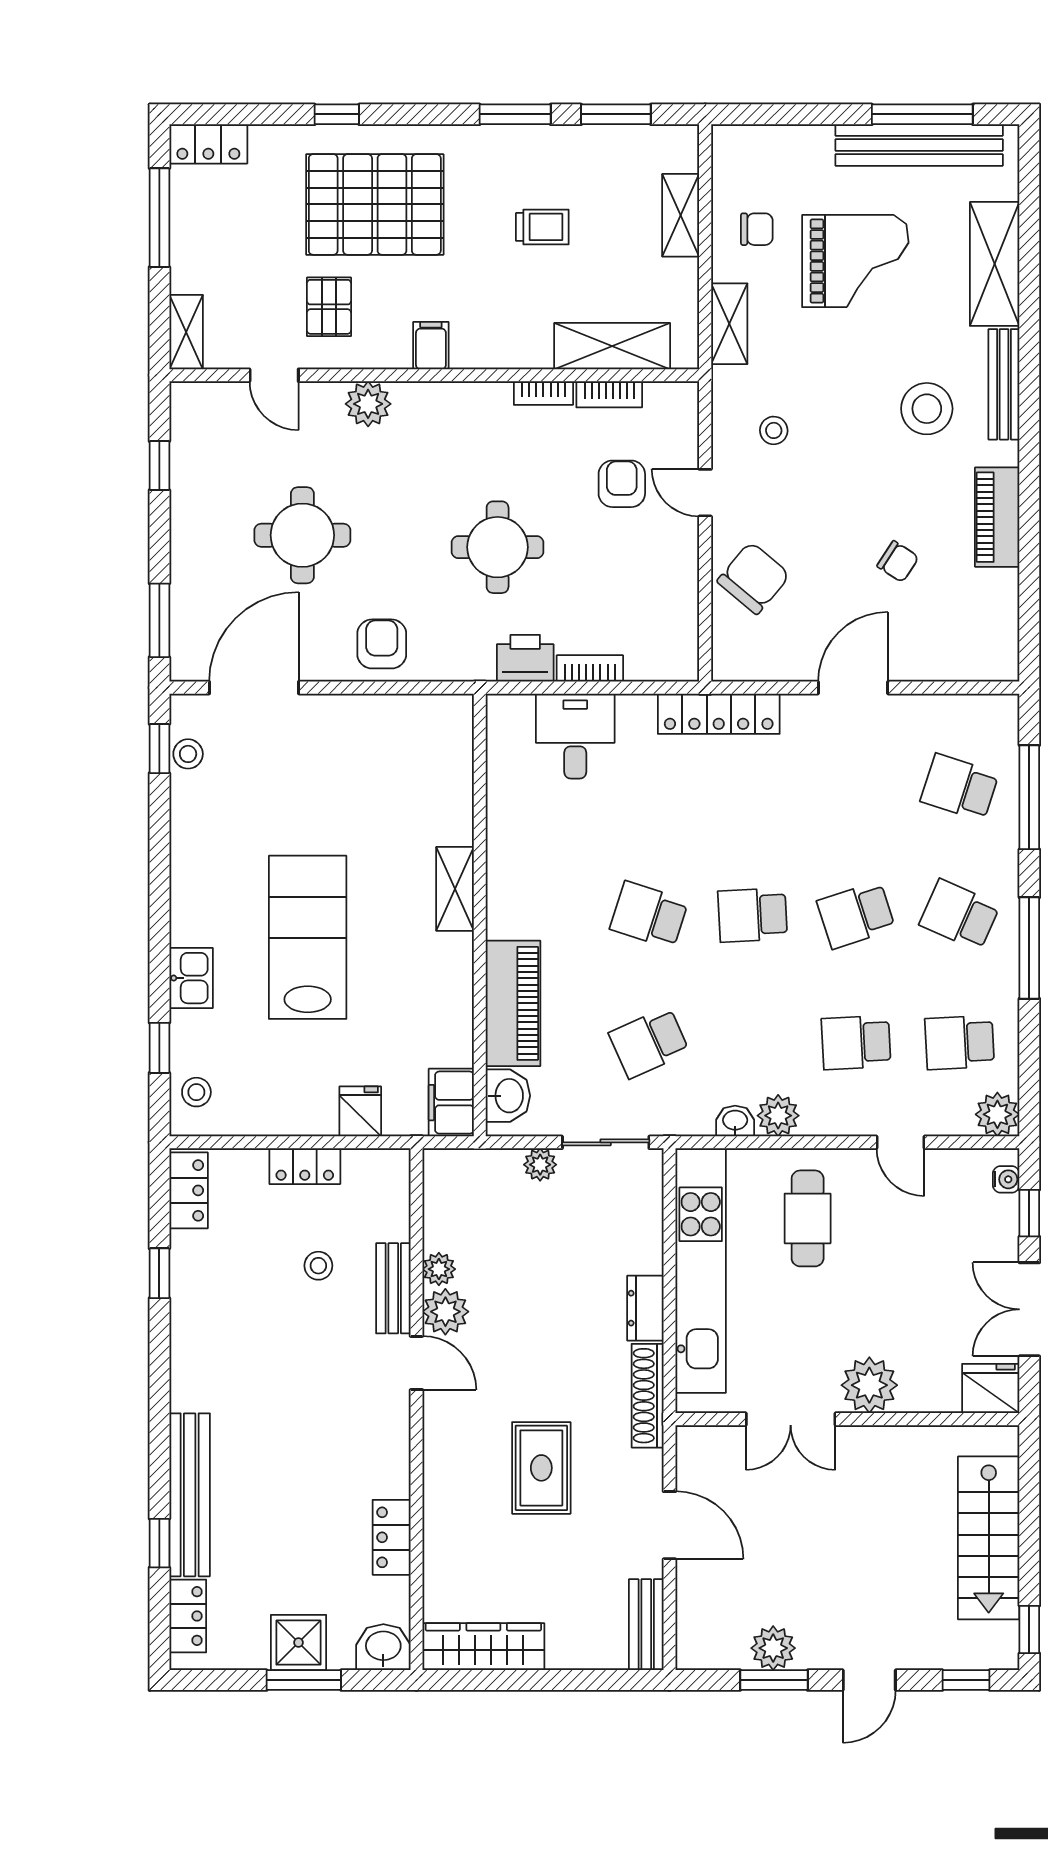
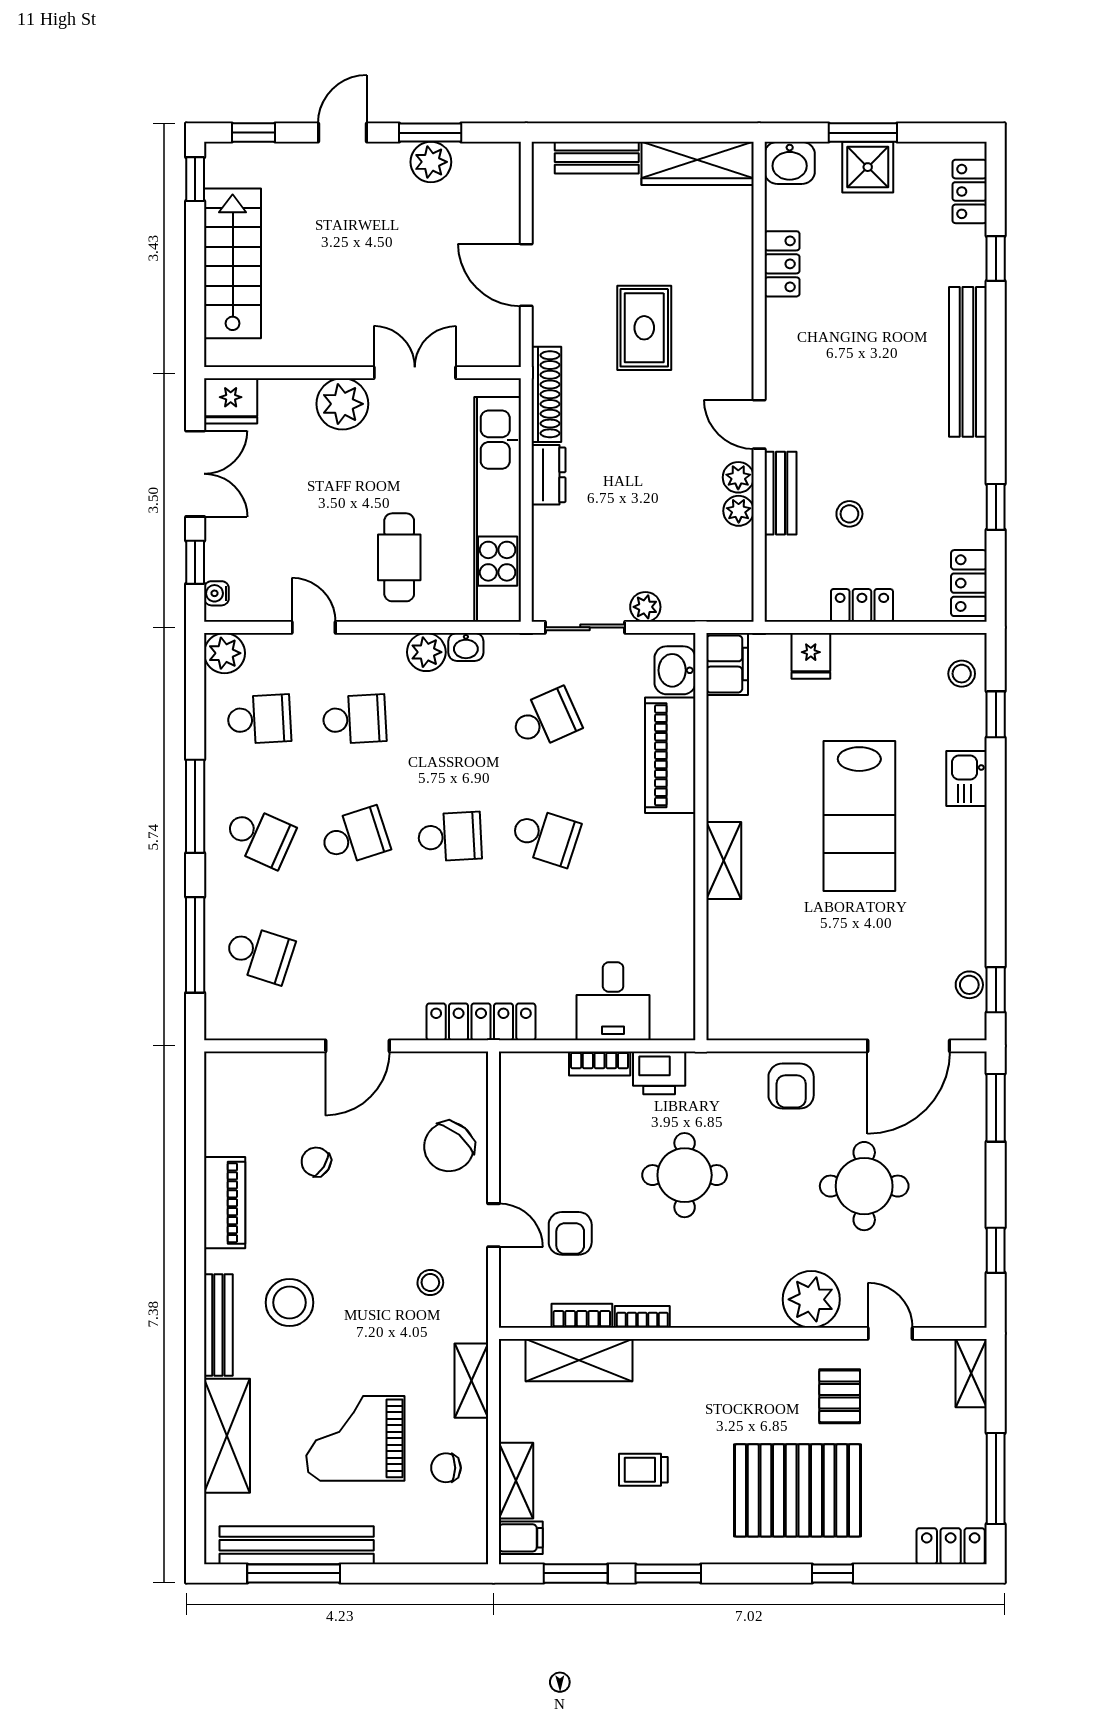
filing cabinet: (431, 346) -> (521, 1538), moved, turned -90
plant: (368, 404) -> (811, 1299), width x1.36, depth x1.36
plant: (445, 1312) -> (738, 477), width x0.73, depth x0.73
bench: (190, 1495) -> (968, 362), moved
bench: (646, 1625) -> (597, 158), moved, turned 90

